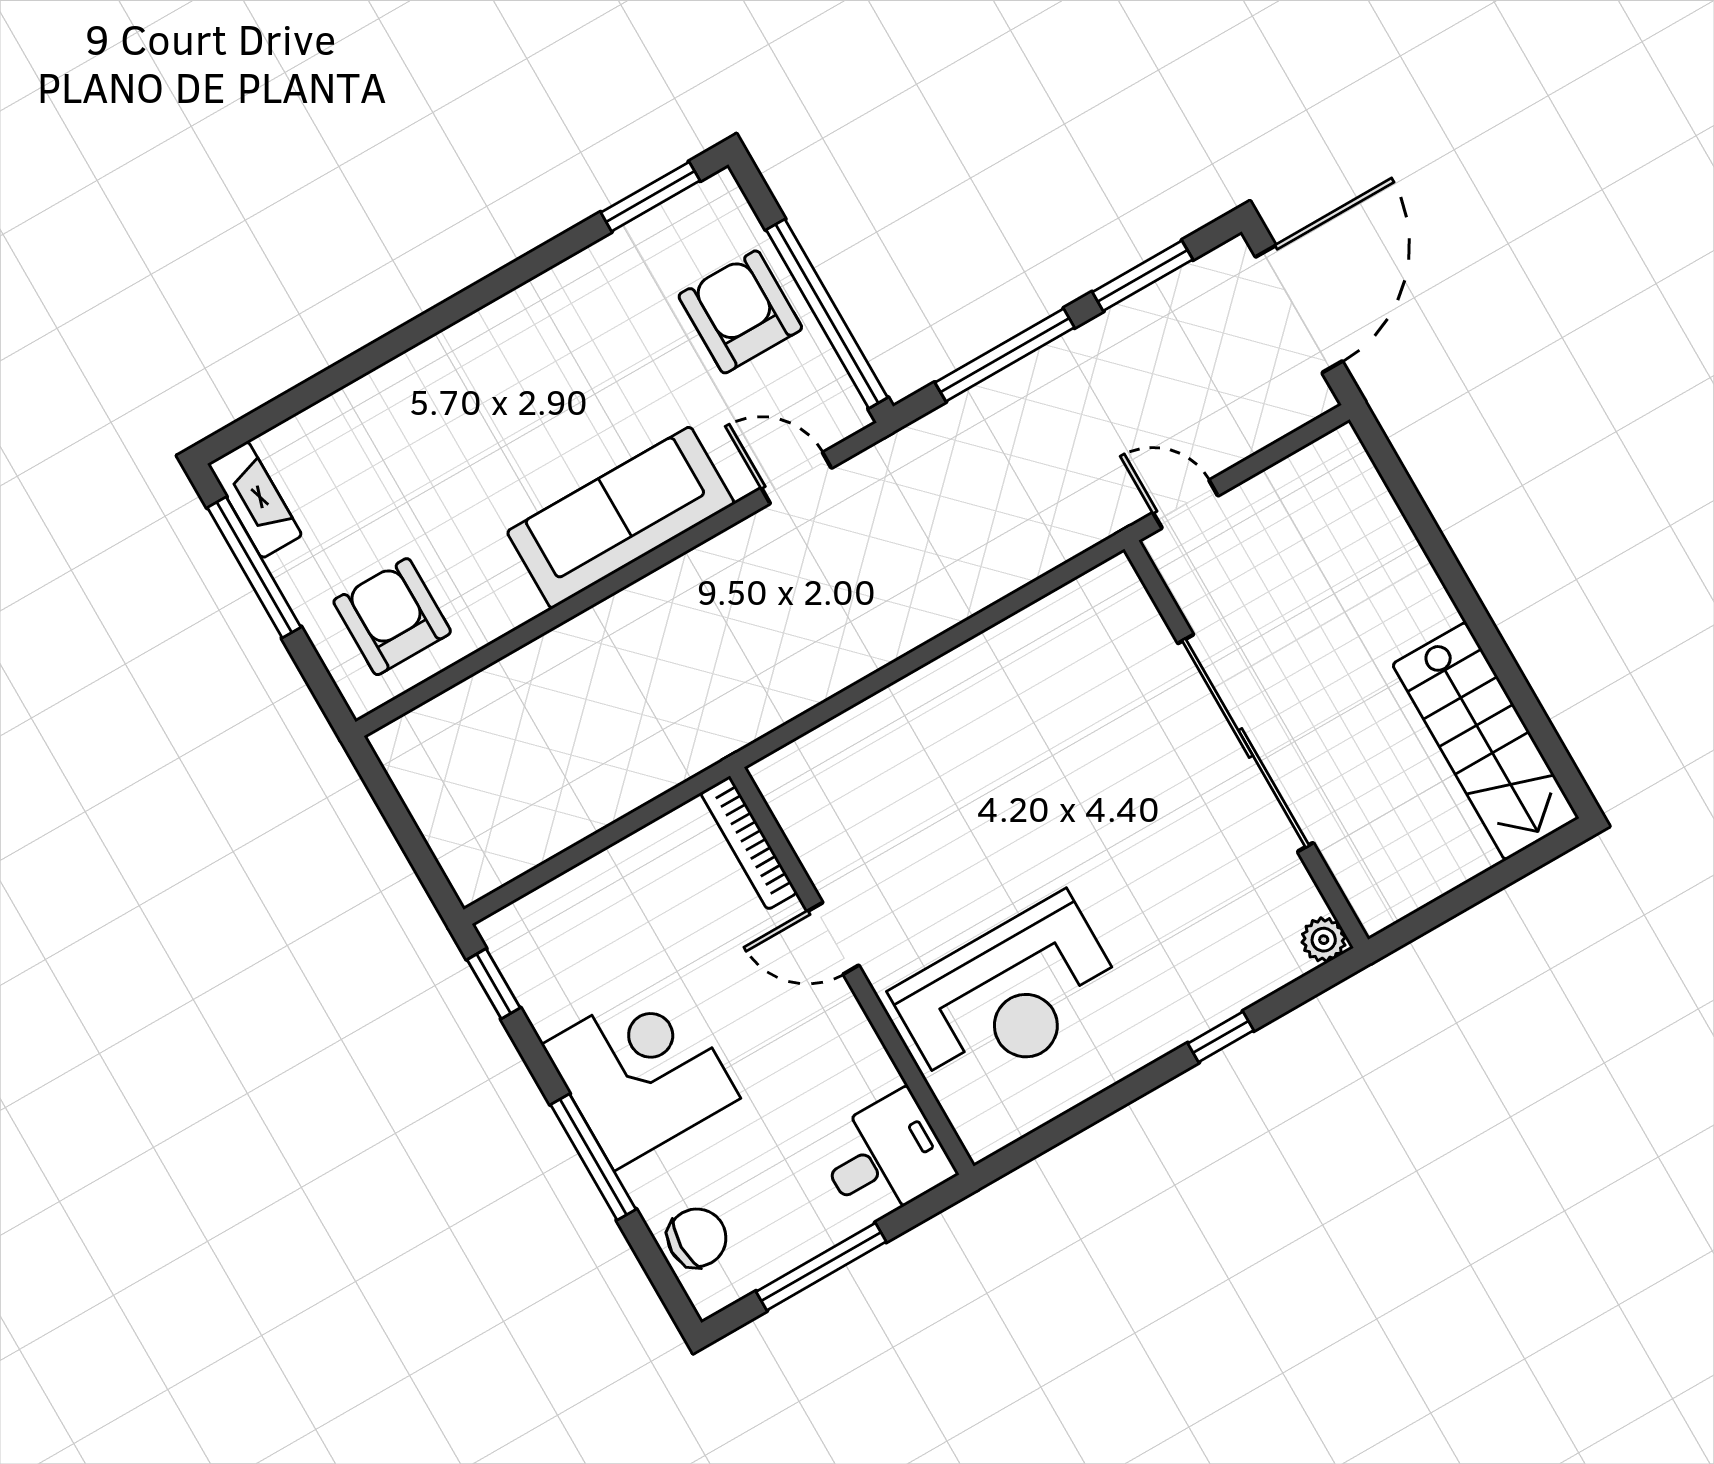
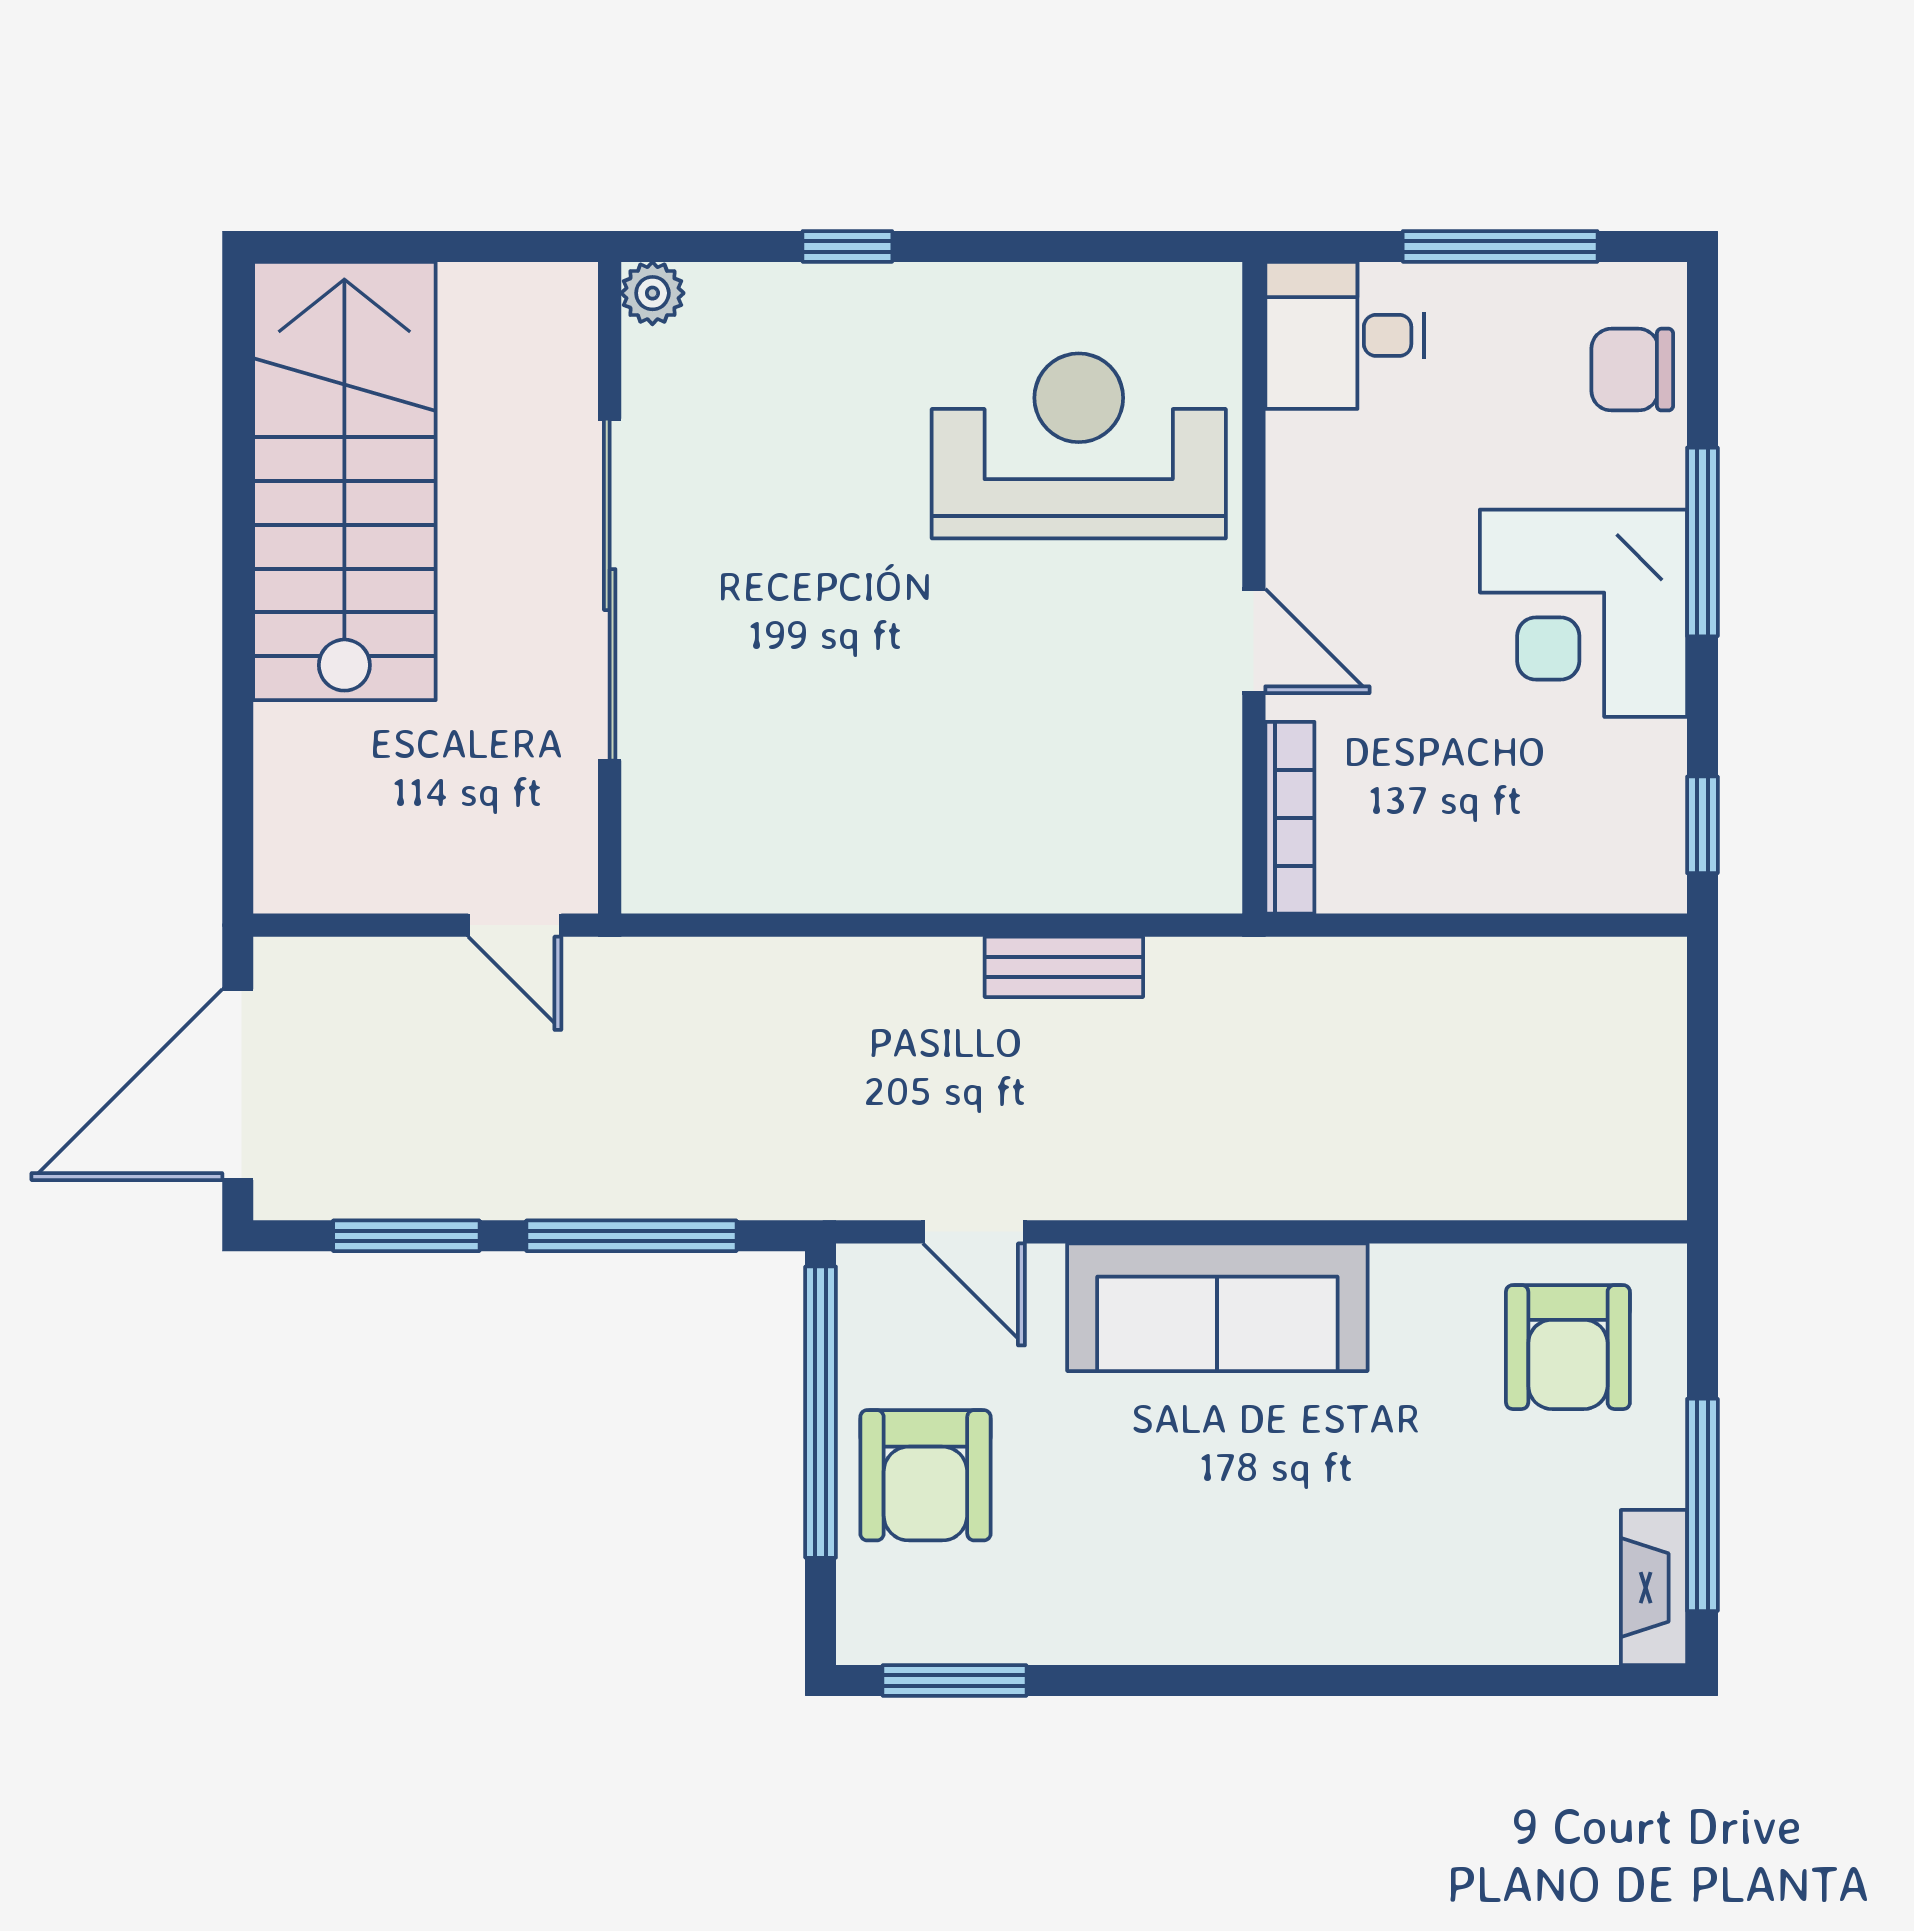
bench: (835, 672) -> (1064, 967), added
stairs: (1486, 741) -> (344, 481), width x1.36, depth x1.51

